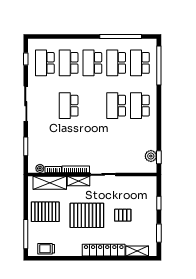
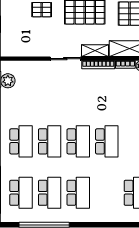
school desk: (69, 63) -> (78, 141), moved

